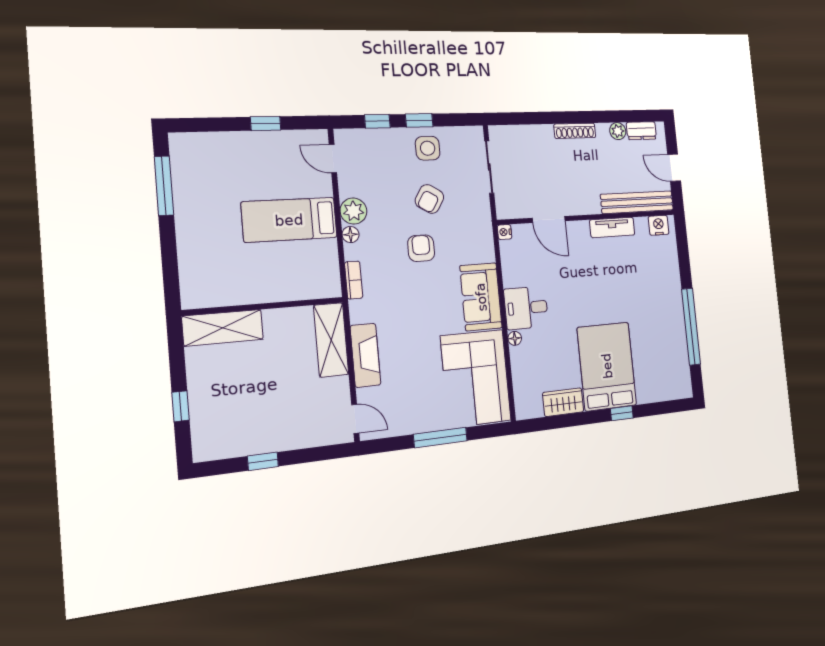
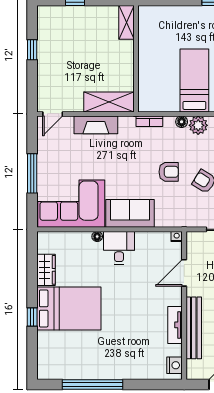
bench: (637, 202) -> (194, 328), moved
shelving: (223, 328) -> (126, 22), width x0.67, depth x0.75

